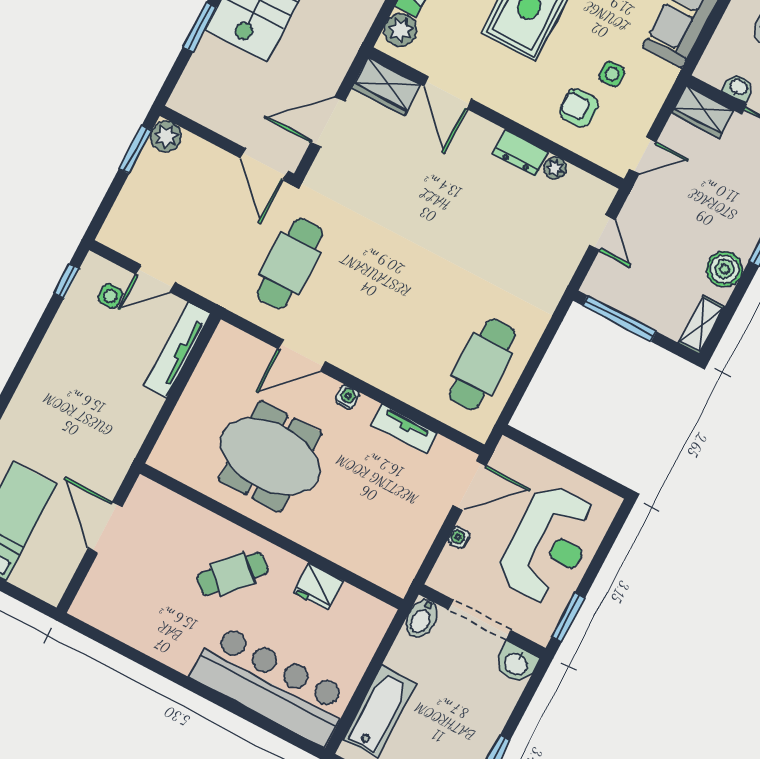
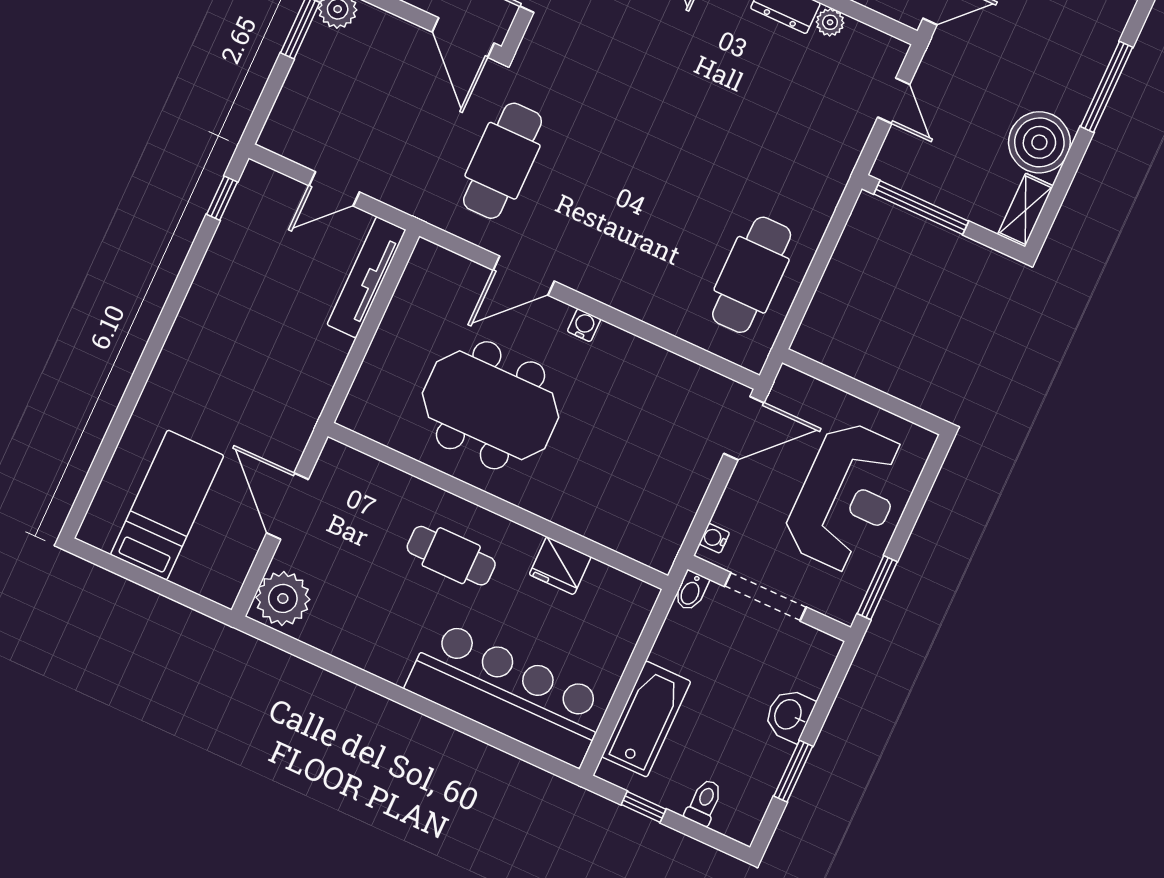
boiler: (724, 269) -> (1039, 142), width x1.37, depth x1.37
side table: (110, 296) -> (278, 214), removed
tv unit: (404, 429) -> (658, 362), removed
water cooler: (459, 537) -> (714, 538), moved
cafe table: (232, 574) -> (451, 556), turned 48
plant: (97, 600) -> (283, 598), added
bidet: (422, 618) -> (691, 591), width x0.72, depth x0.74
washbasin: (516, 664) -> (789, 715), moved, turned 90

